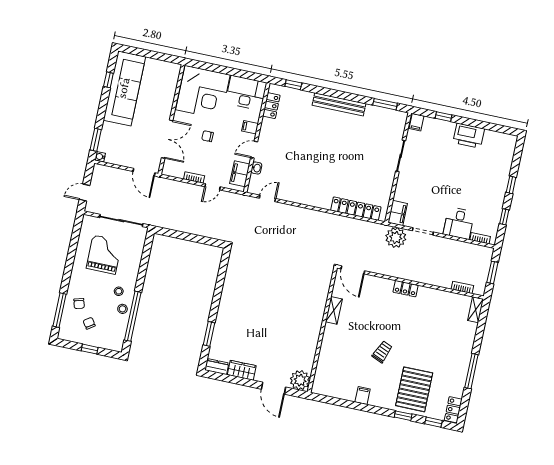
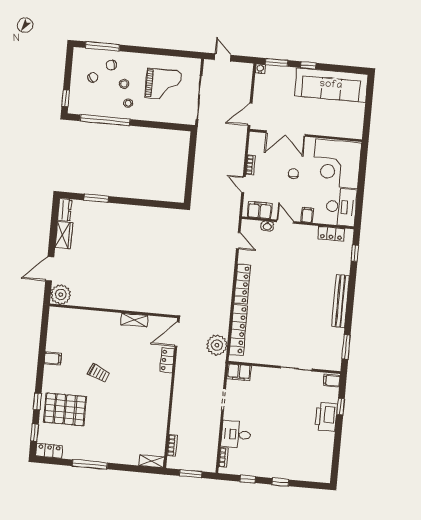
window: (108, 80) -> (308, 65), moved
printer: (469, 136) -> (326, 417), moved
locker: (311, 200) -> (242, 284), added
plant: (396, 238) -> (217, 345), moved
locker: (406, 289) -> (167, 360), moved
stool: (122, 309) -> (124, 84), moved
window: (90, 349) -> (66, 98), moved

